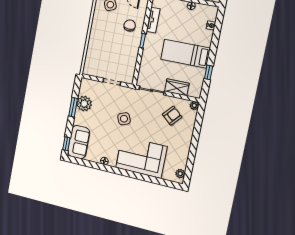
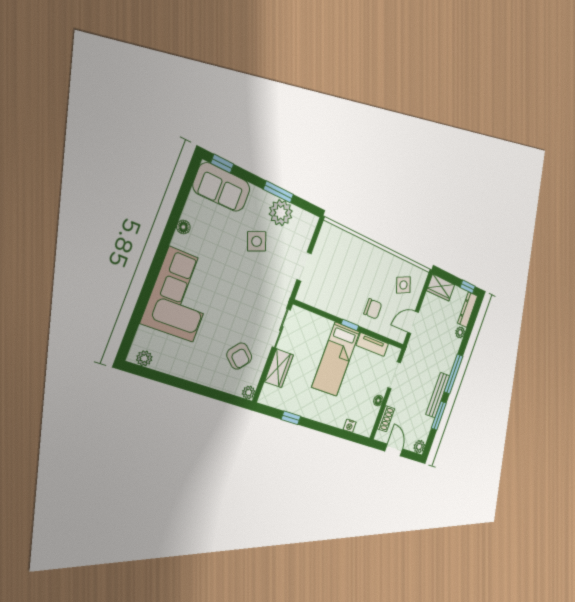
bed: (185, 54) -> (336, 359), moved, turned 180
side table: (124, 119) -> (257, 241), moved

